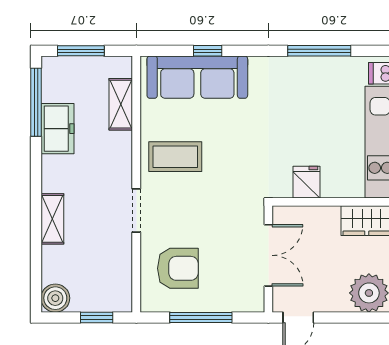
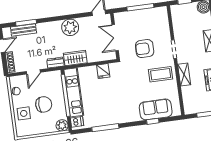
sofa: (197, 77) -> (156, 109), width x0.73
shelving: (121, 104) -> (184, 75), moved
armchair: (178, 268) -> (145, 49), moved

